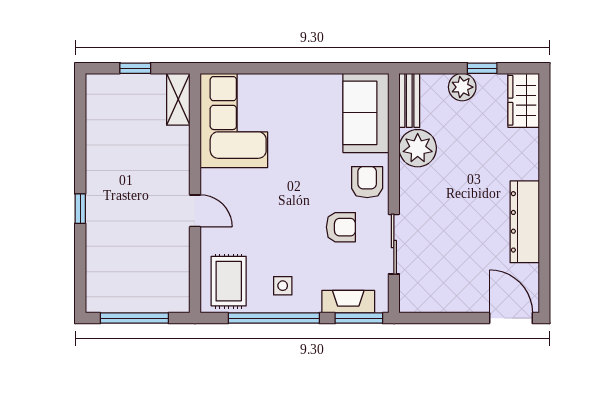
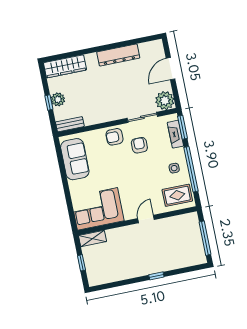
window: (482, 68) -> (49, 102), moved
wardrobe: (524, 100) -> (65, 66), width x1.50
sofa: (366, 113) -> (75, 159), moved, turned -90
plant: (418, 148) -> (165, 101), moved
door: (511, 318) -> (171, 69), moved

